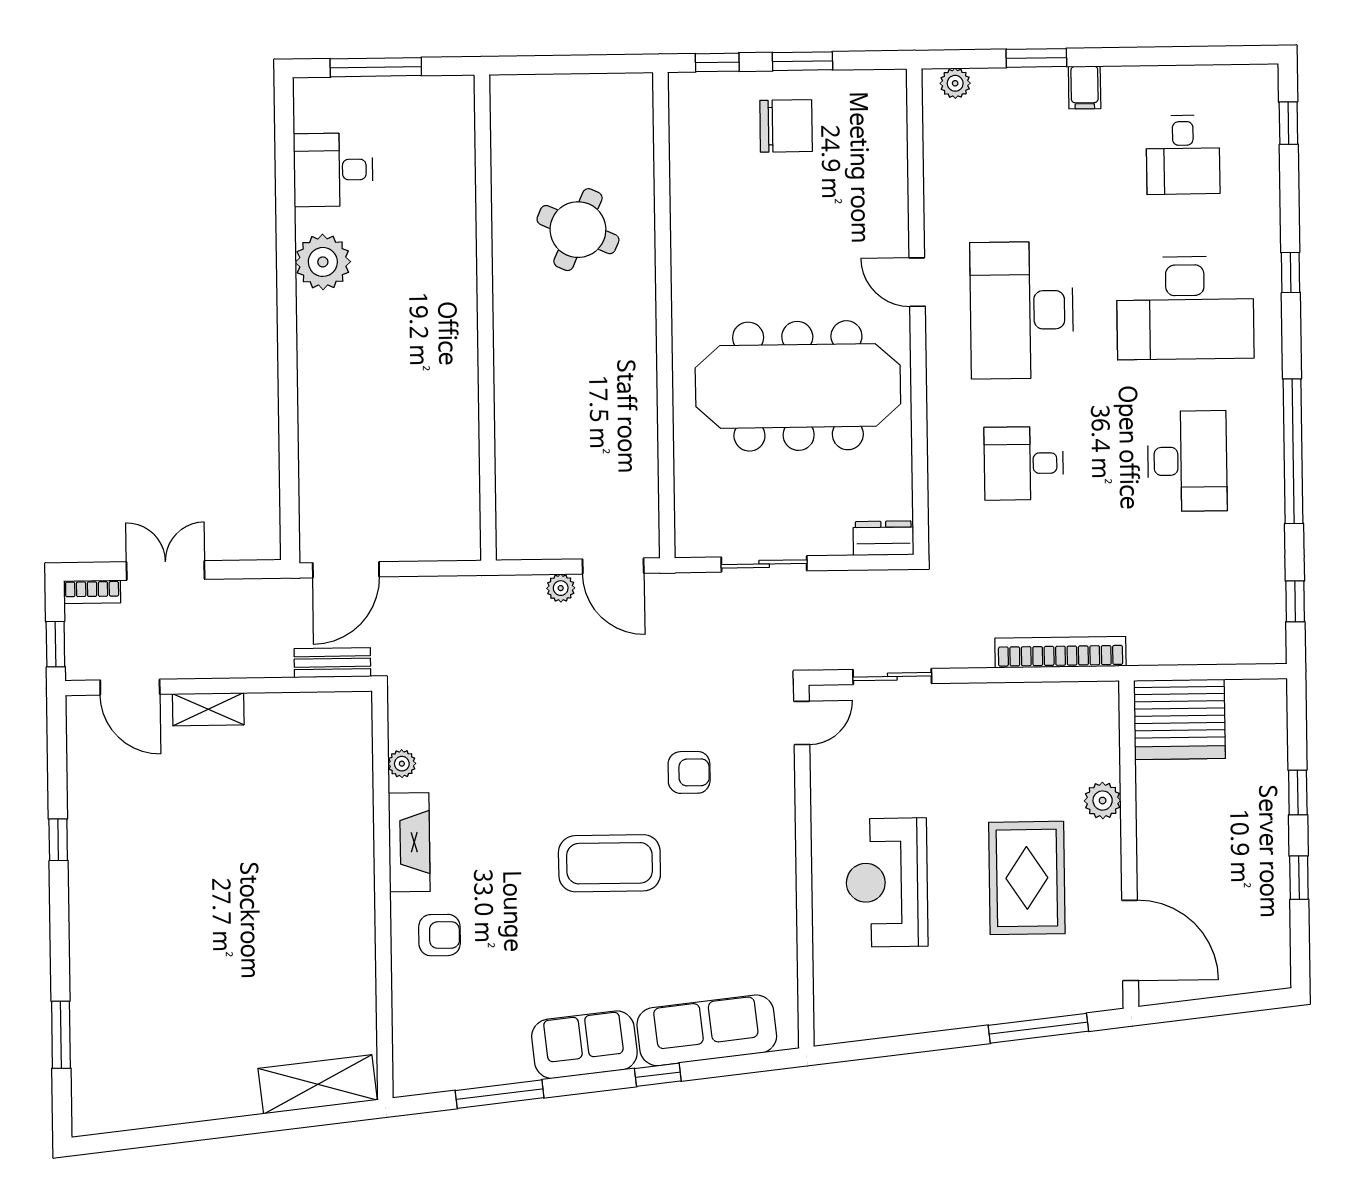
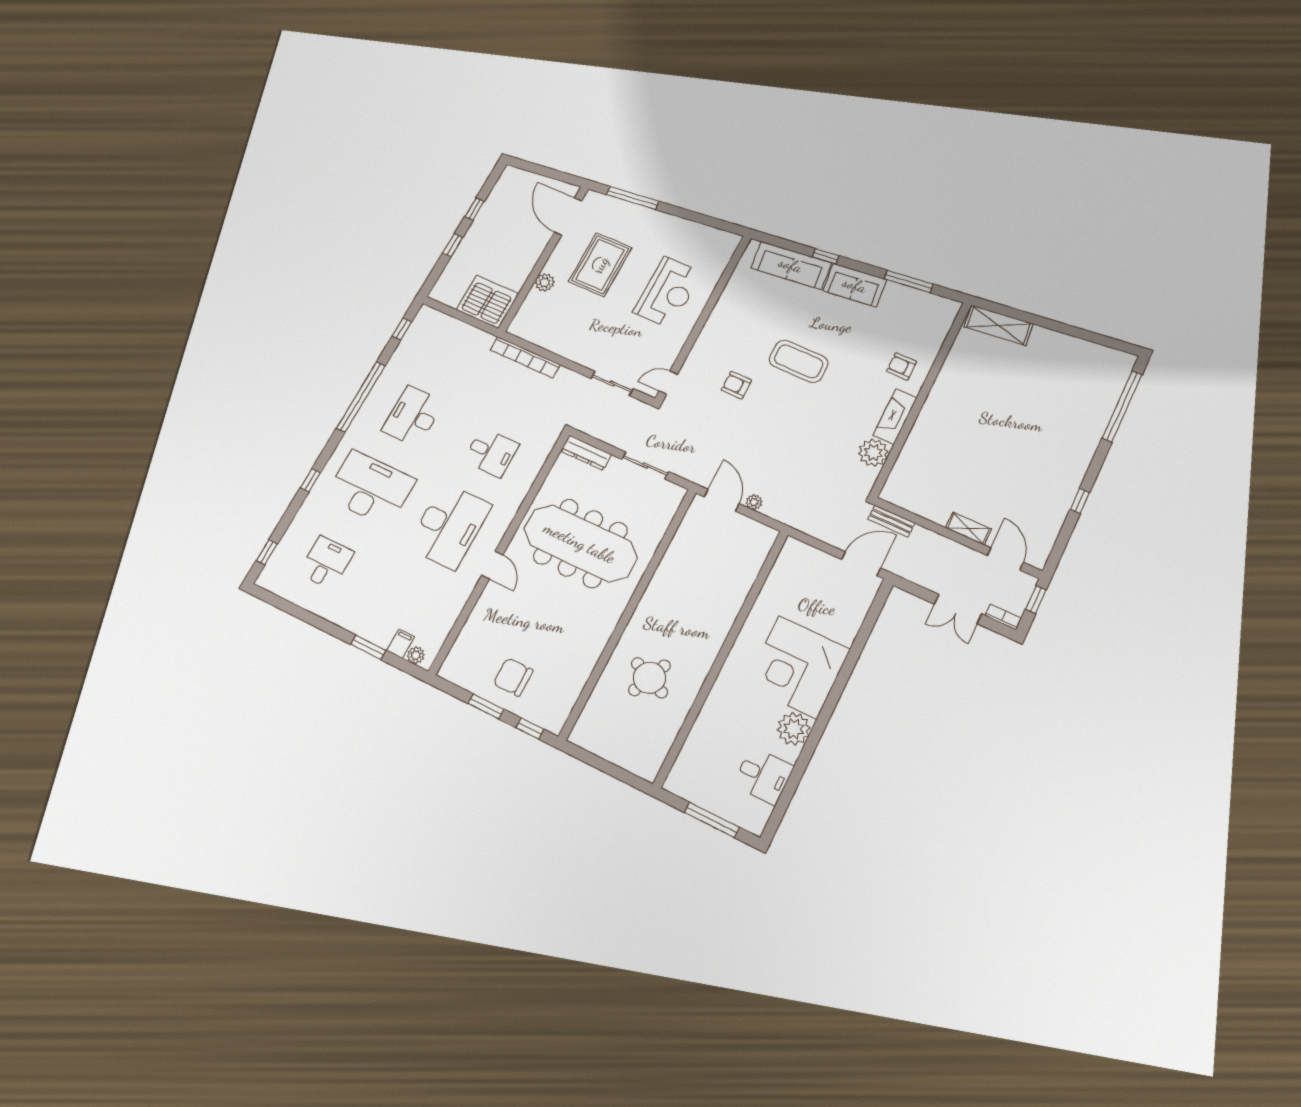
filing cabinet: (1085, 87) -> (401, 644), moved
corner desk: (363, 359) -> (798, 667), added
dresser: (883, 538) -> (586, 453), width x1.44
plant: (402, 764) -> (873, 453), width x1.87, depth x1.87
window: (61, 1035) -> (1122, 406), width x2.11

